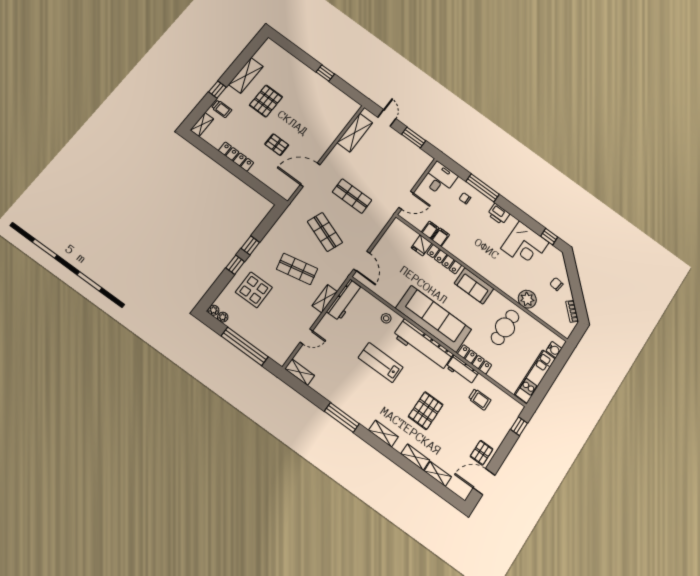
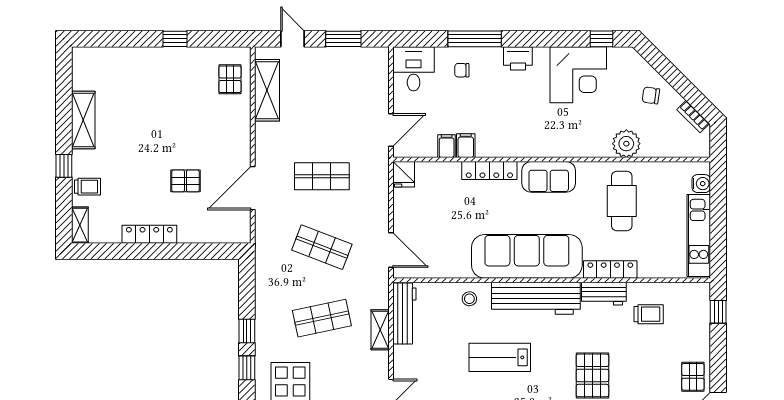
pallet: (266, 101) -> (230, 79), moved, width x0.67, depth x0.71
fridge: (421, 245) -> (404, 174), moved

